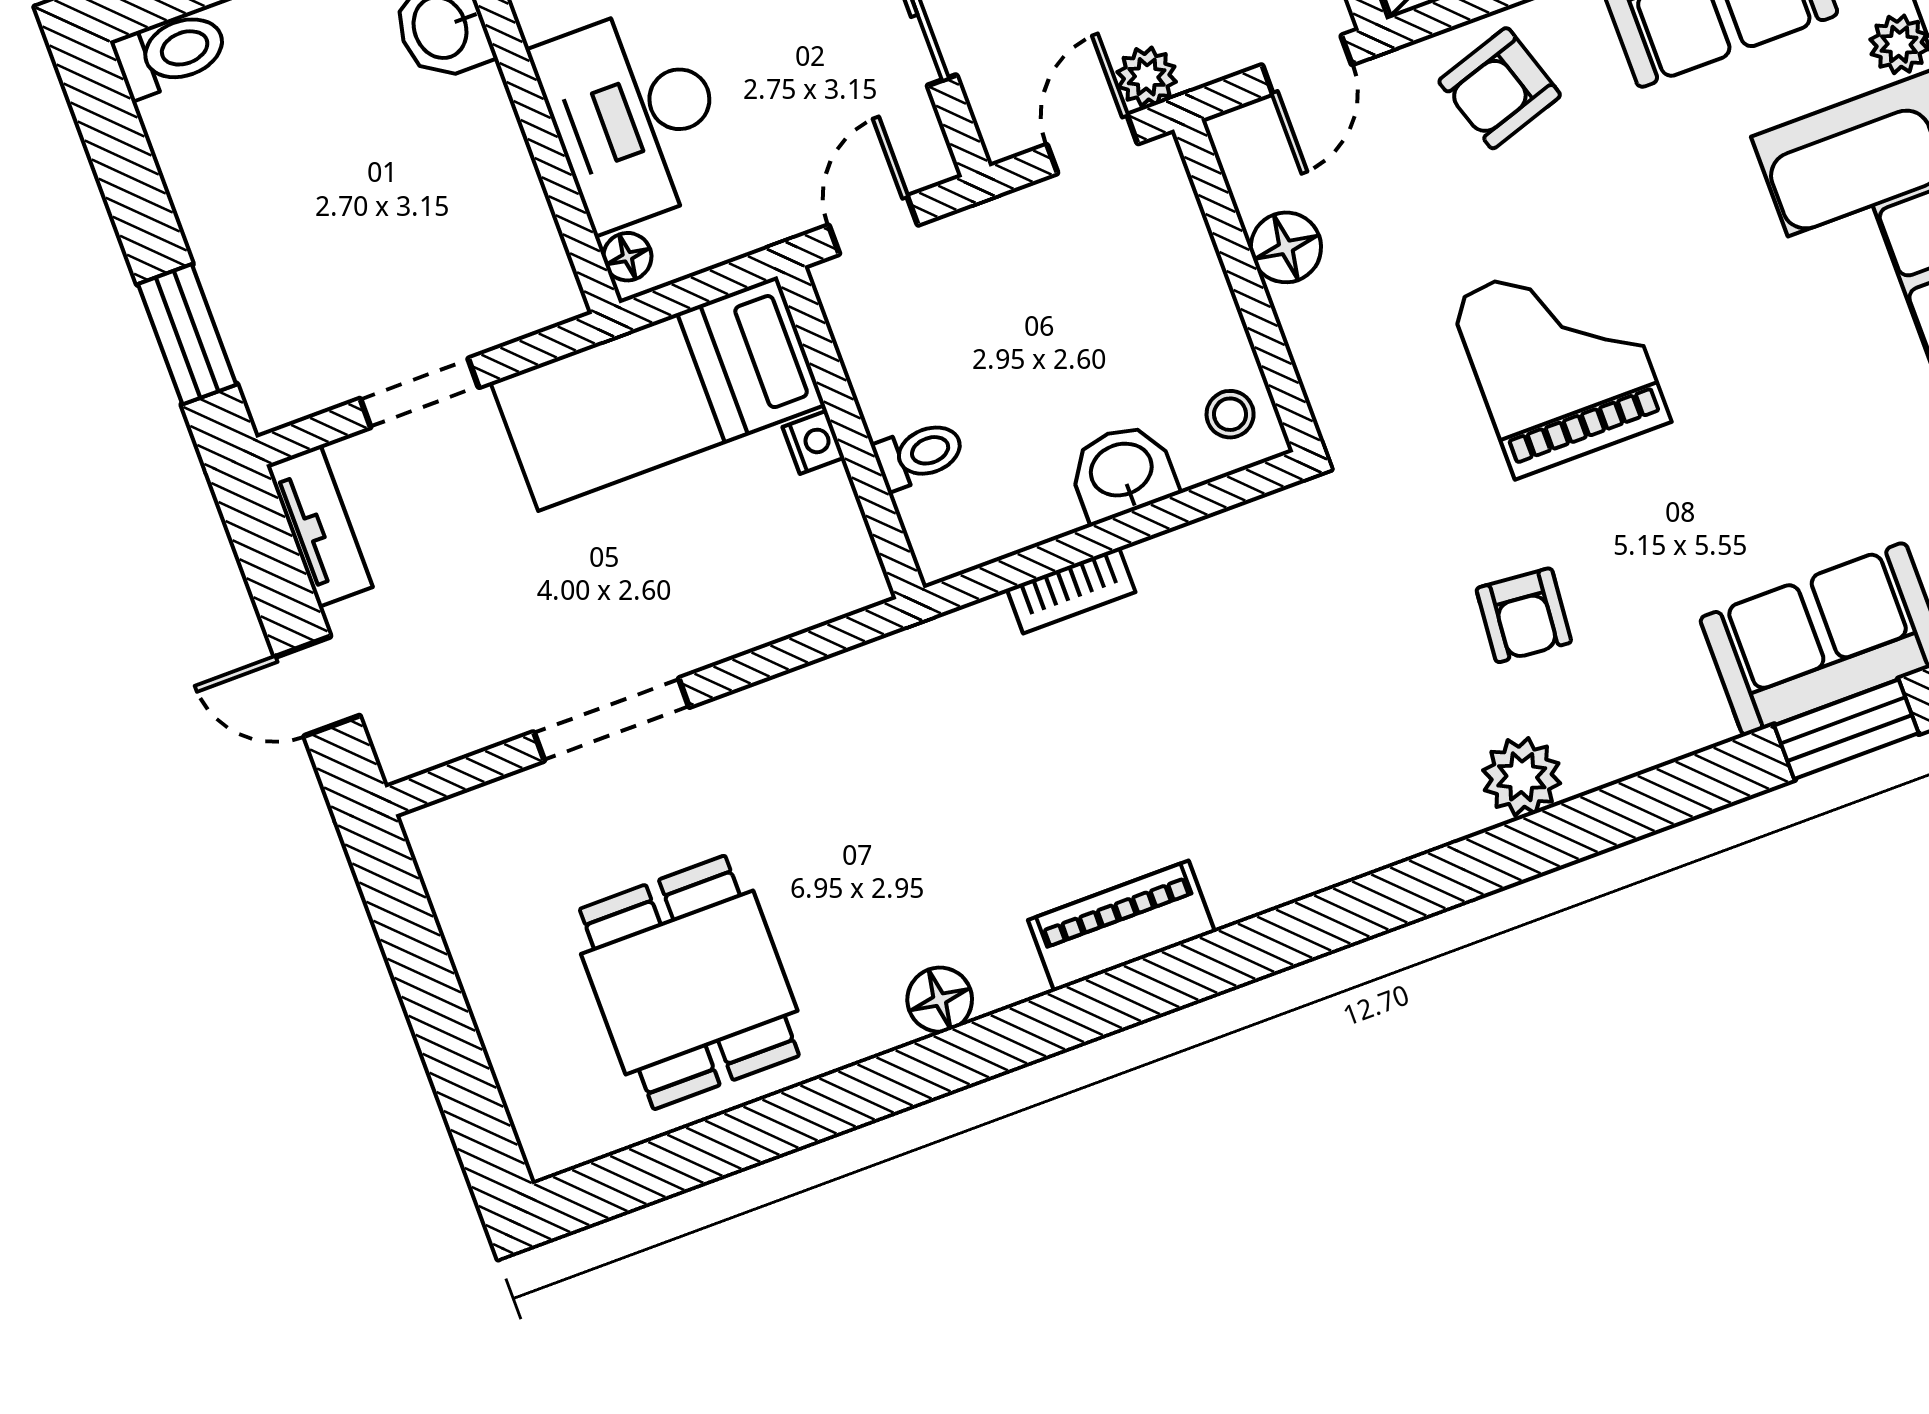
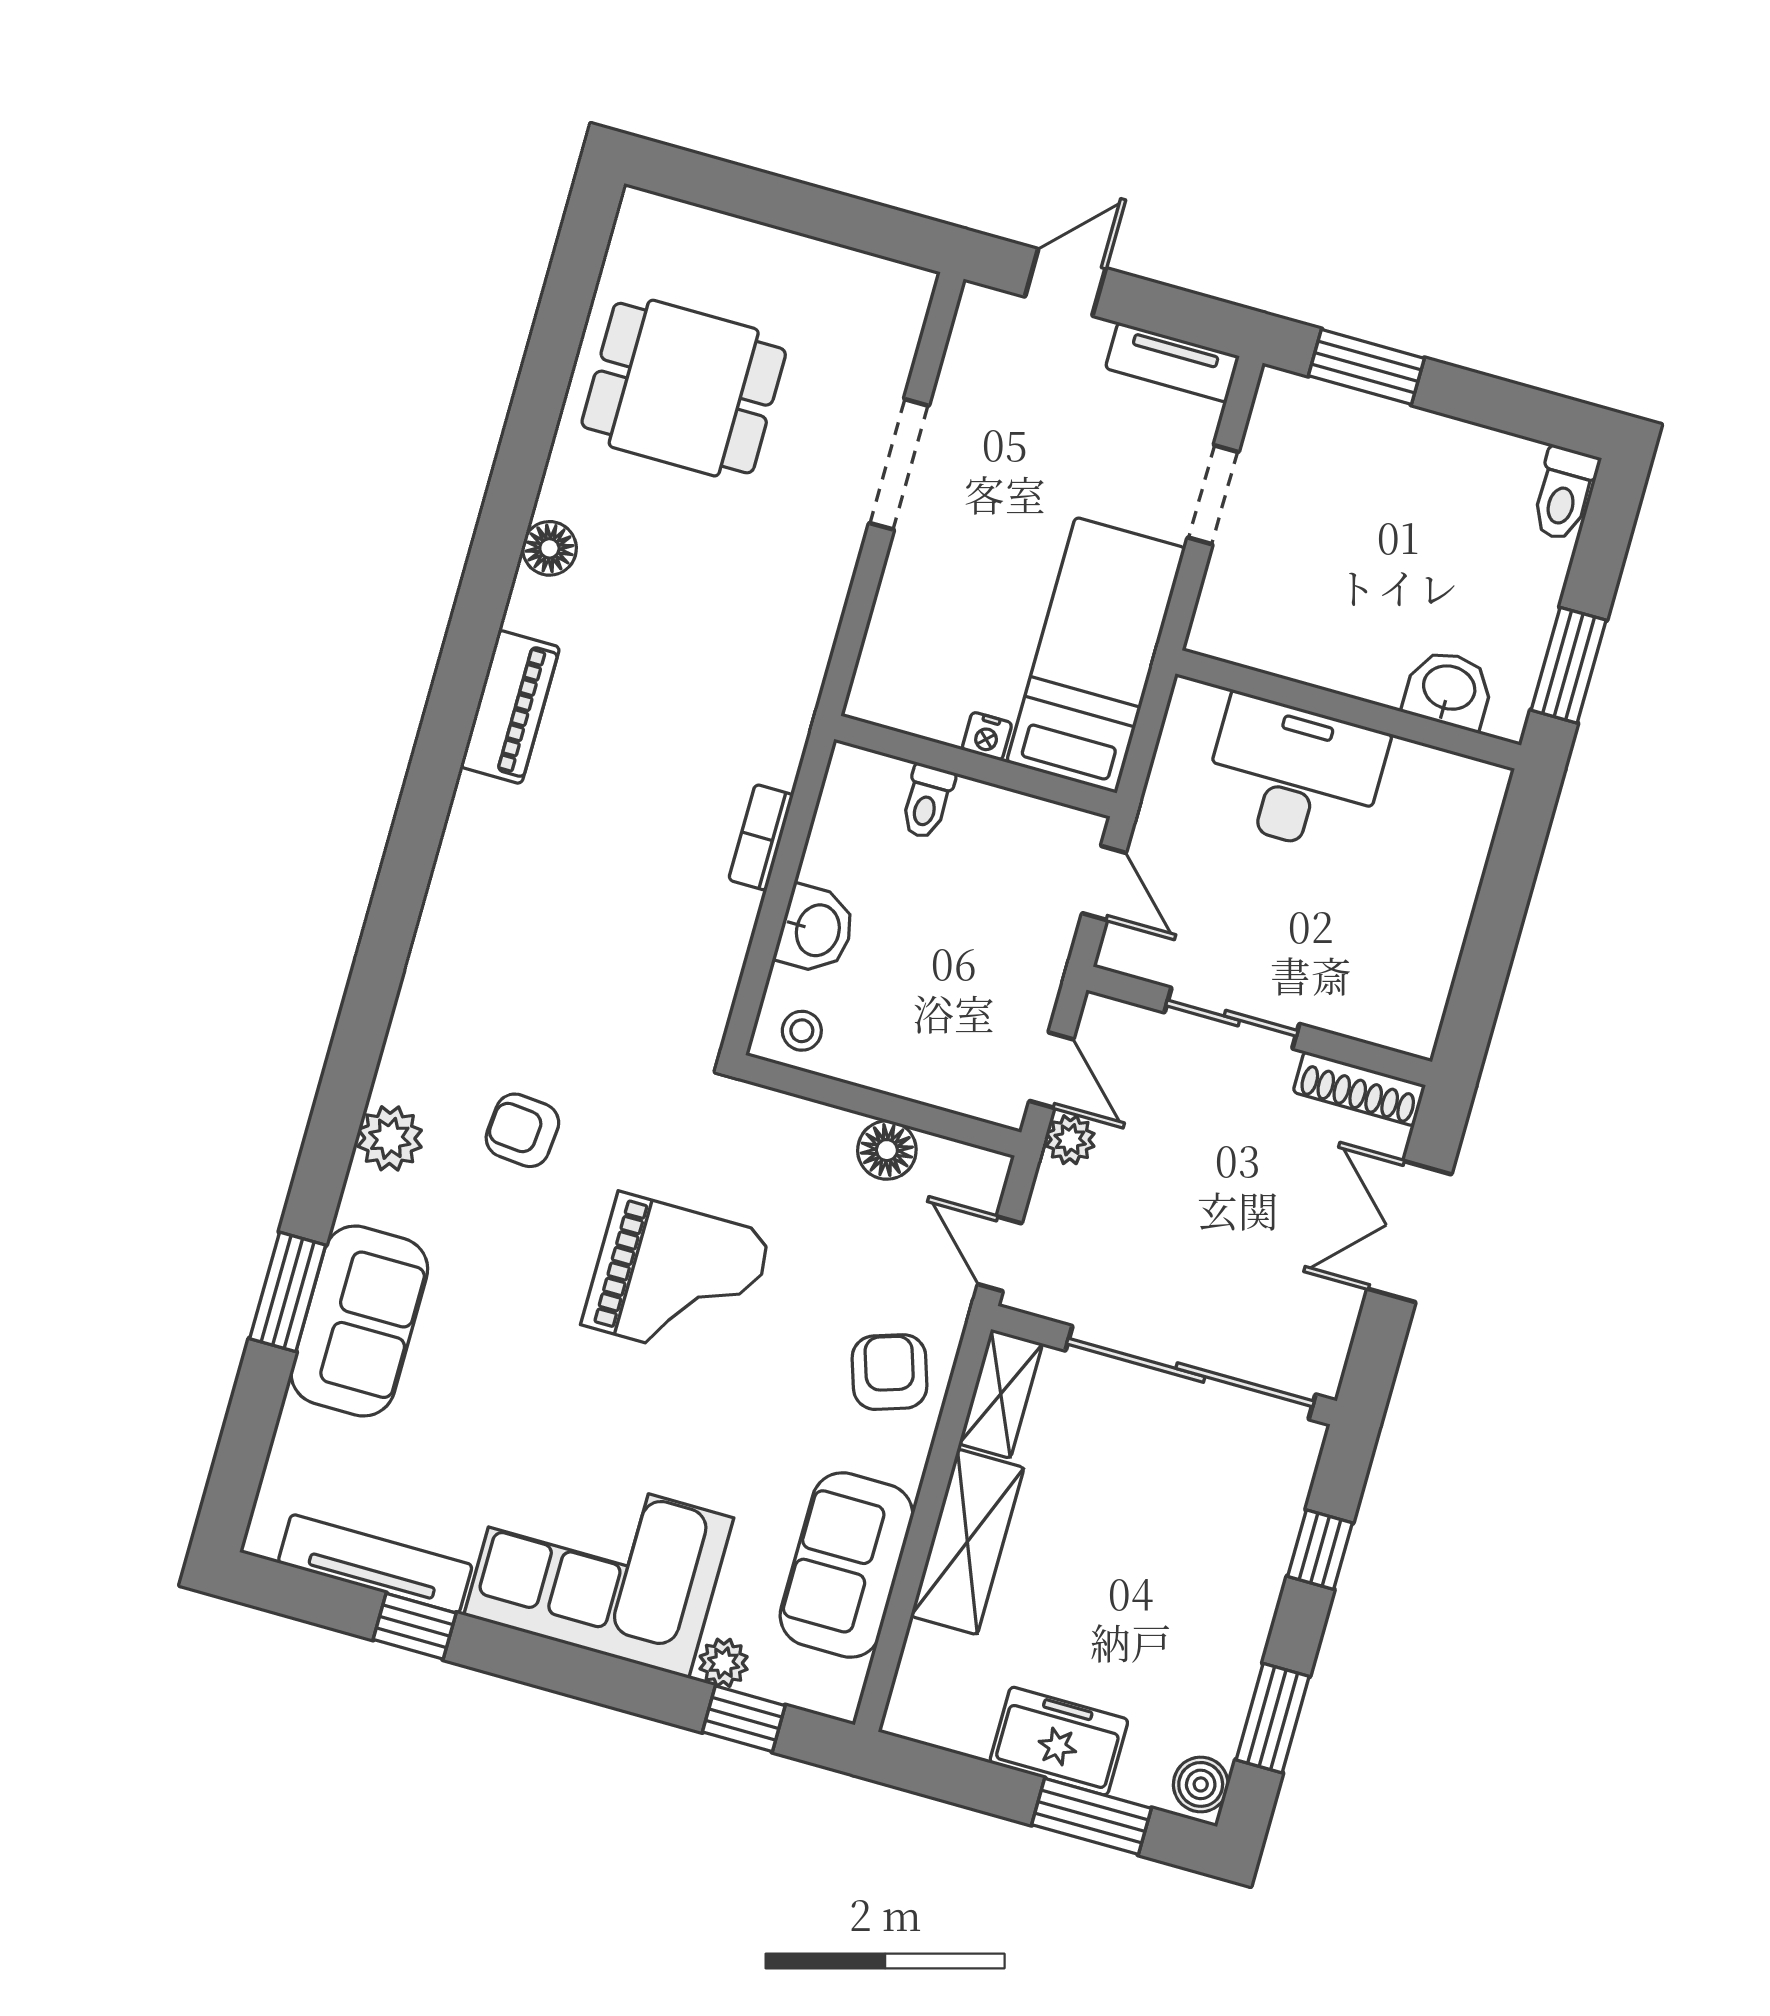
floor lamp: (627, 257) -> (1203, 702), removed
plant: (1522, 777) -> (390, 1138), moved

